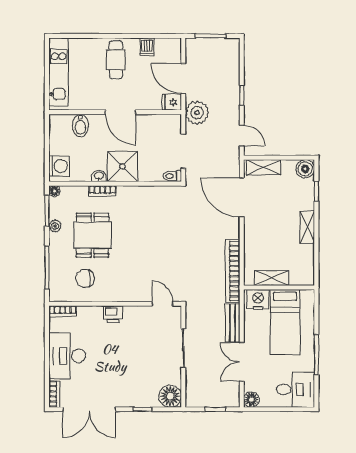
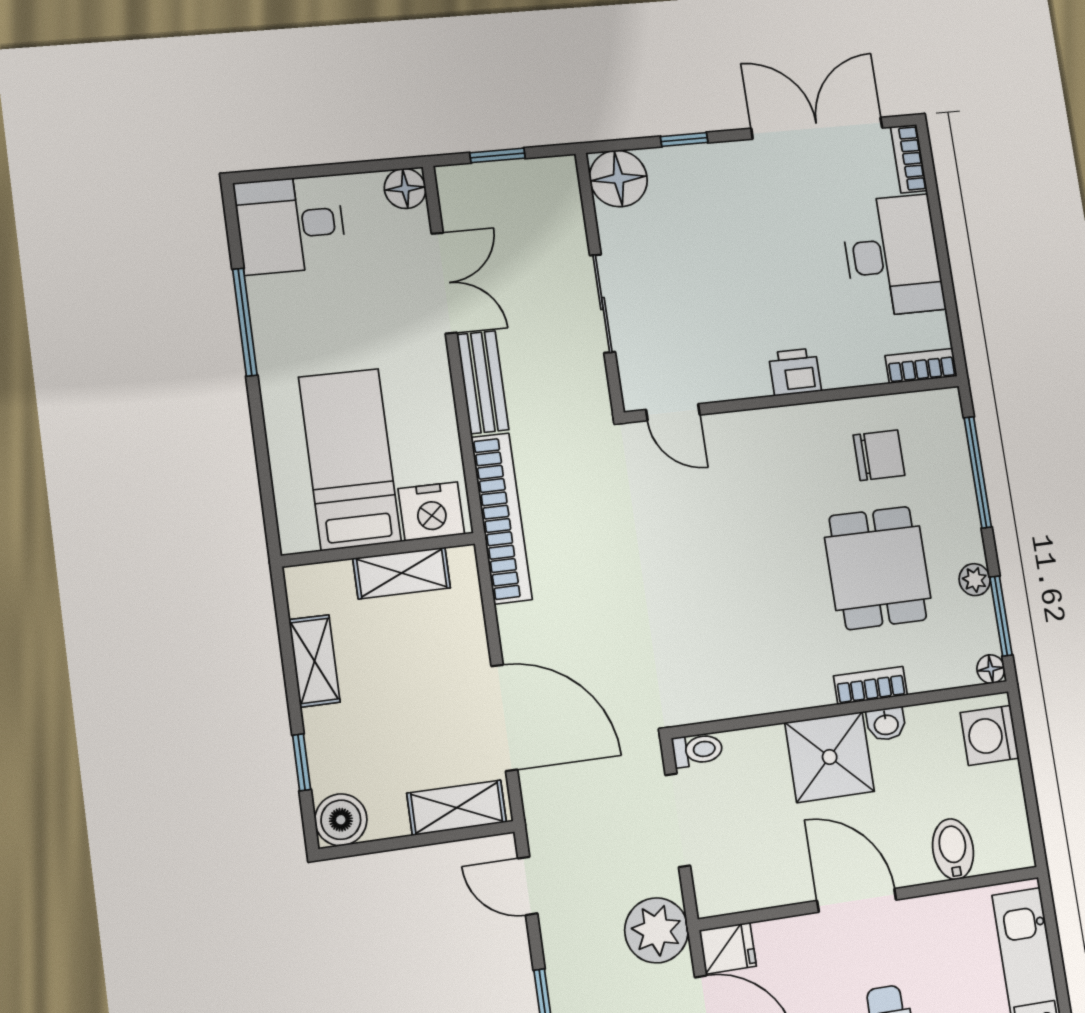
shelving: (272, 278) -> (402, 573), moved
wall: (279, 288) -> (379, 550), moved
nightstand: (258, 299) -> (431, 511), moved
bed: (285, 322) -> (350, 459), moved

